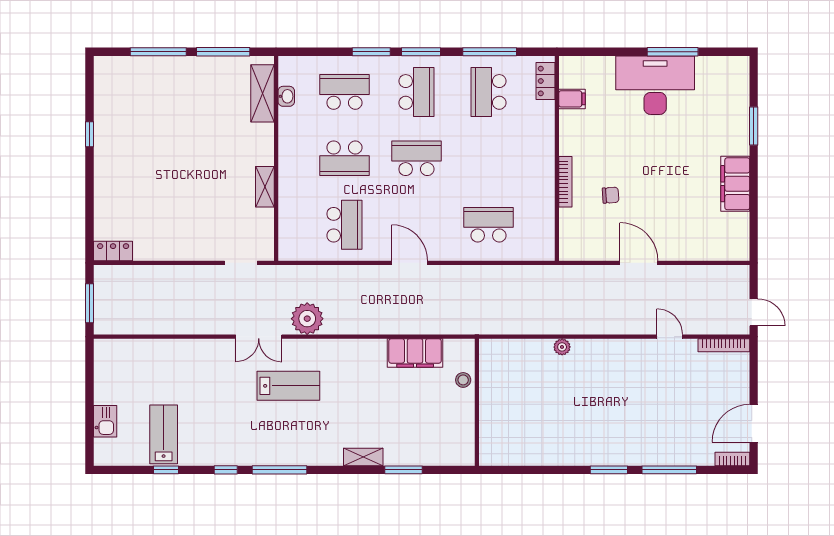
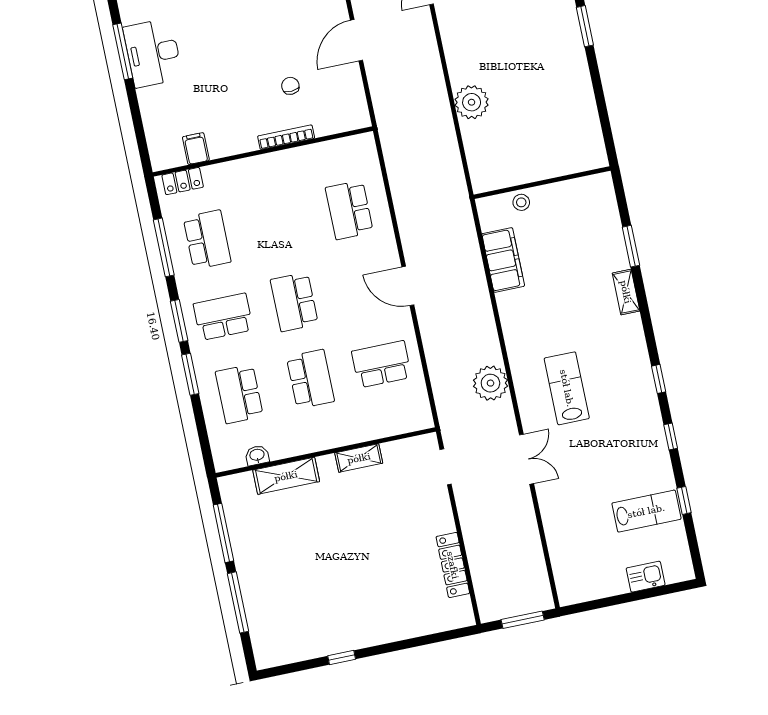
desk: (655, 85) -> (153, 53), width x0.73, depth x0.77
school desk: (488, 92) -> (207, 240), turned -90
shelving: (262, 93) -> (286, 476), moved
locker: (113, 251) -> (453, 565), moved, width x1.53
door: (410, 263) -> (408, 286), hinge flipped
double door: (259, 337) -> (527, 459), moved
plant: (562, 347) -> (472, 102), width x1.87, depth x1.87
lab bench: (164, 434) -> (646, 511), turned 180
window: (279, 470) -> (659, 379), width x0.46

